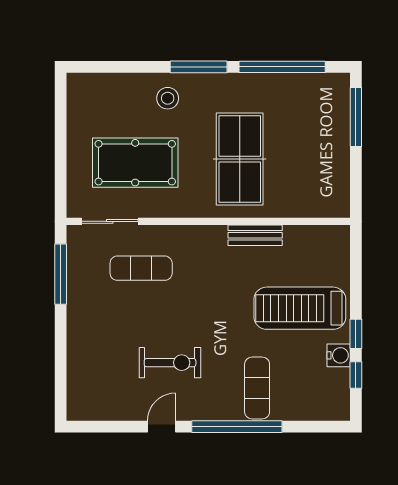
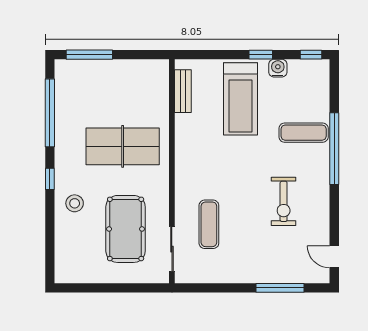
window: (199, 67) -> (50, 179), width x0.46
bench: (255, 235) -> (183, 91), moved
window: (61, 274) -> (280, 288), moved
exercise bike: (170, 363) -> (284, 201), turned 180
window: (356, 375) -> (311, 55), moved
door: (162, 427) -> (334, 257), moved

